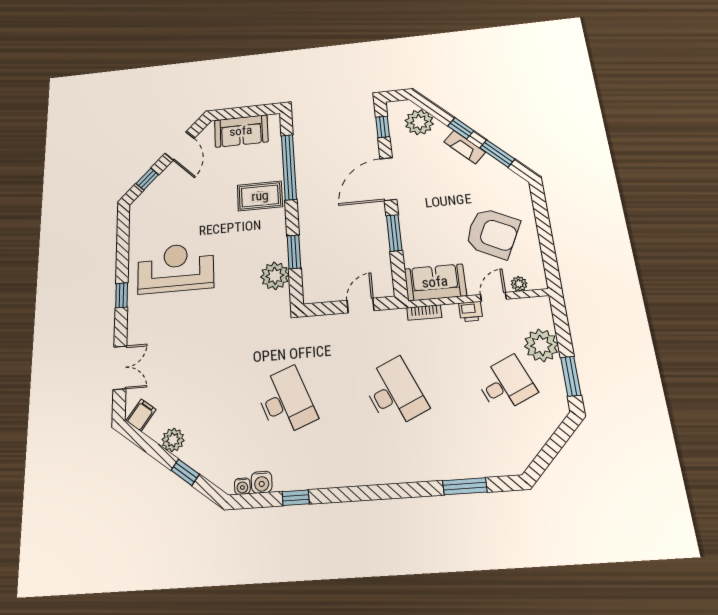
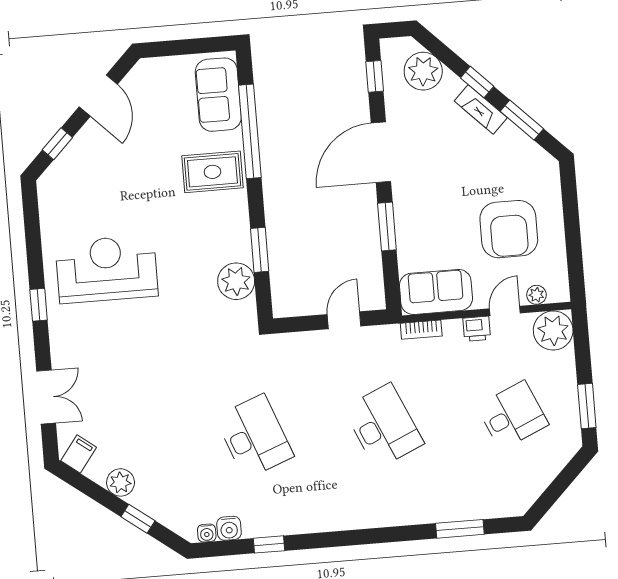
sofa: (241, 131) -> (218, 95), moved, turned 90
armchair: (492, 233) -> (509, 229), turned 64
plant: (541, 345) -> (553, 330), moved

